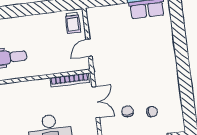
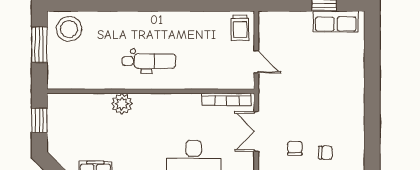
door: (89, 48) -> (256, 62), swing flipped
double door: (96, 102) -> (256, 131), swing flipped

